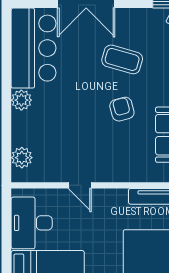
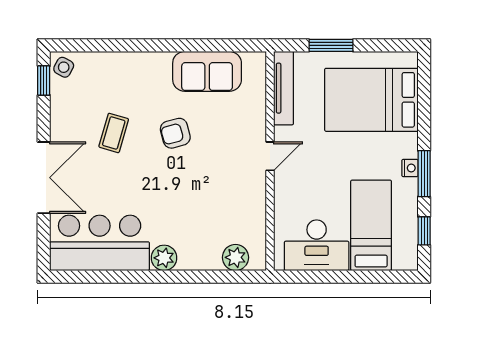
coffee table: (122, 59) -> (114, 133), width x0.73, depth x0.77
door: (80, 185) -> (270, 156), moved

